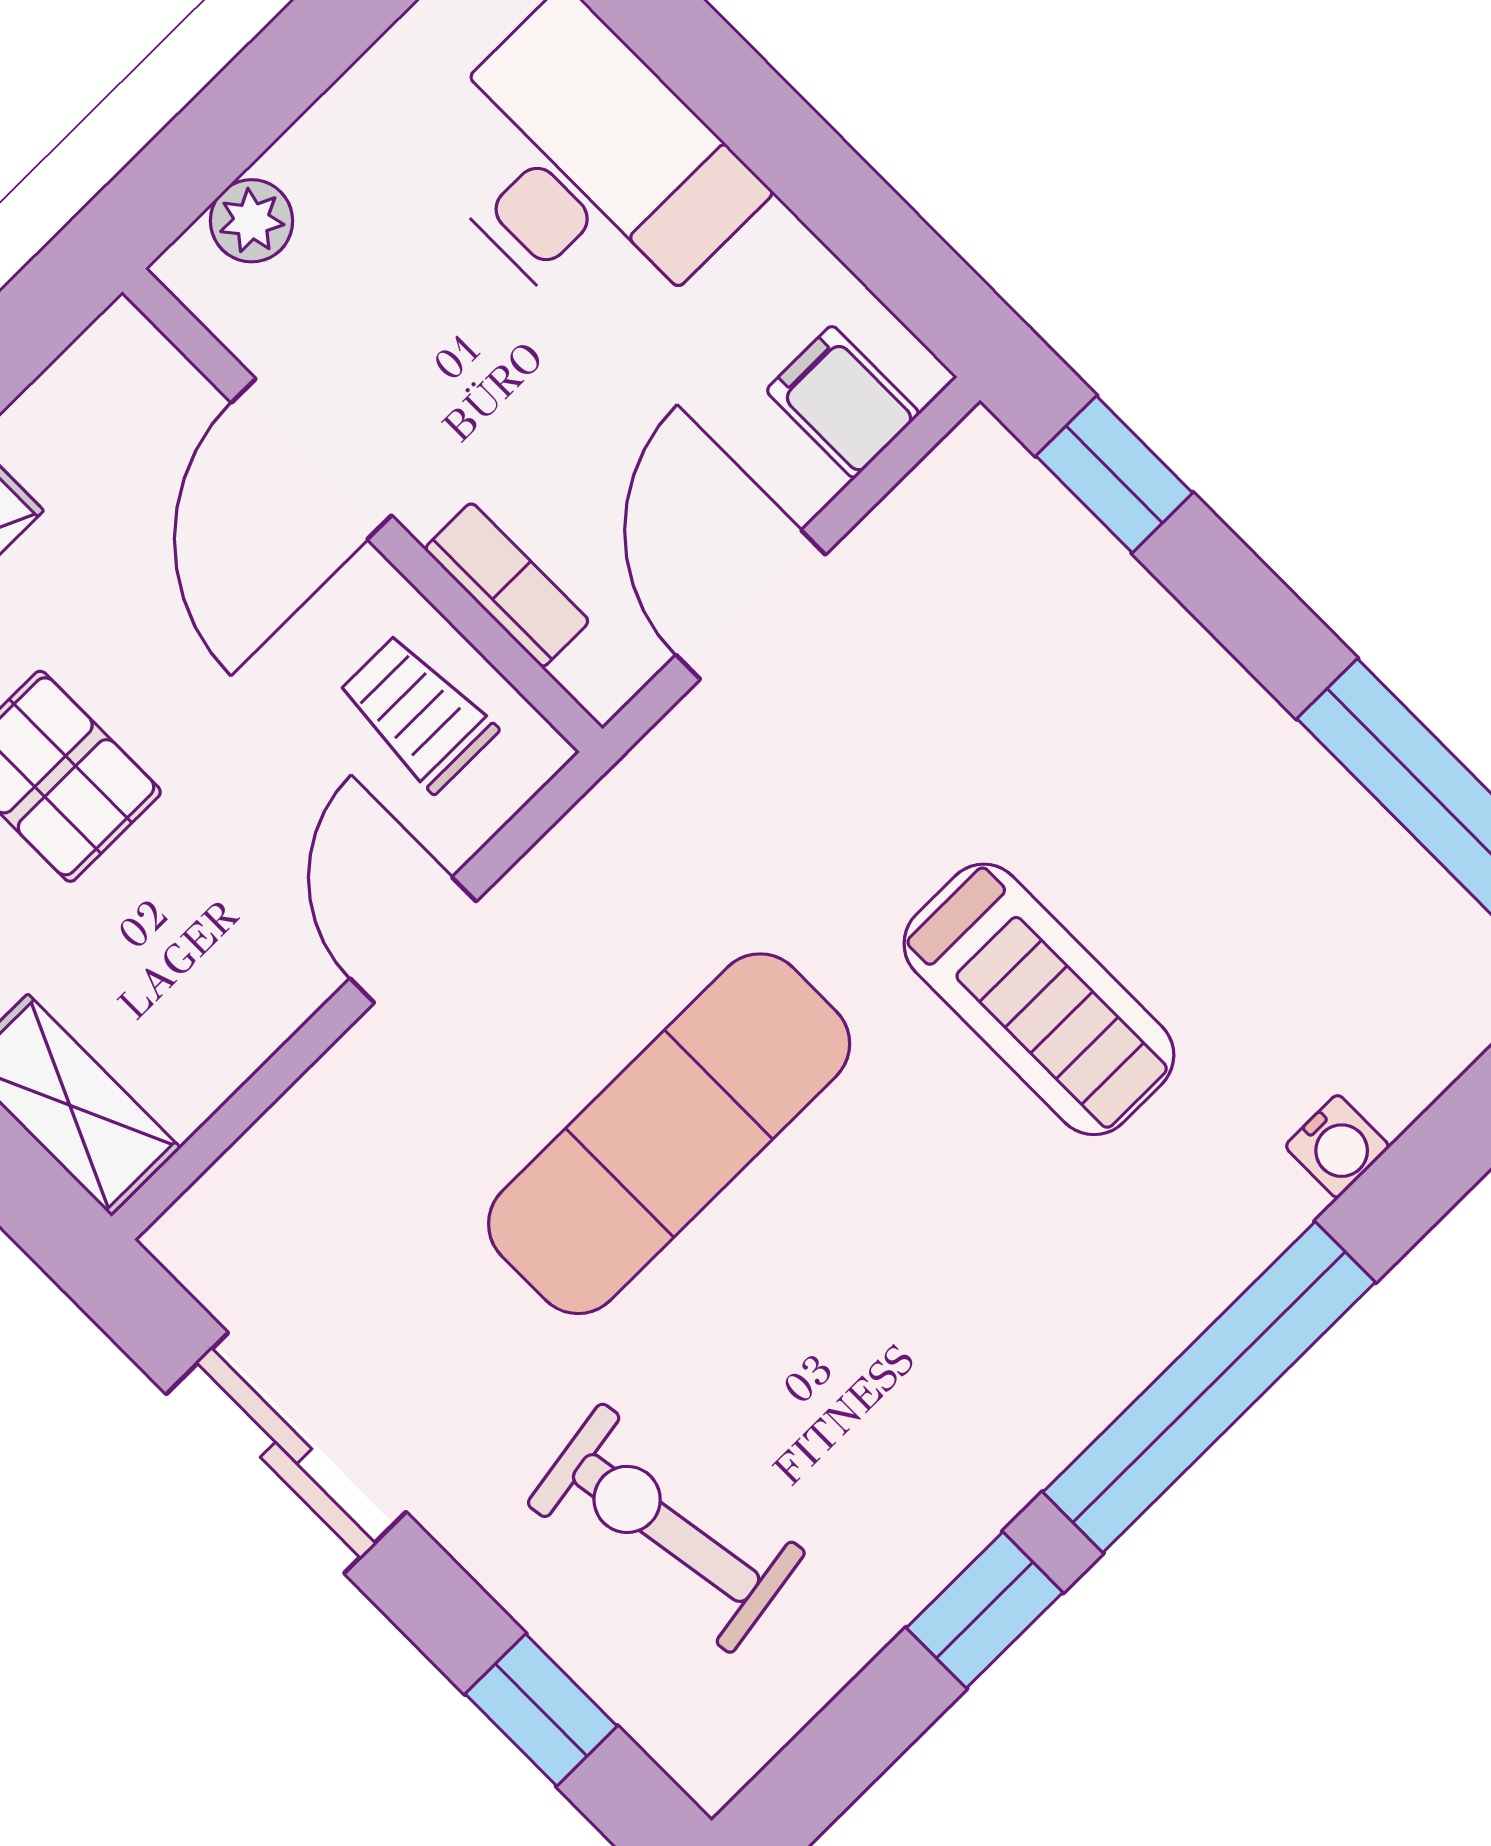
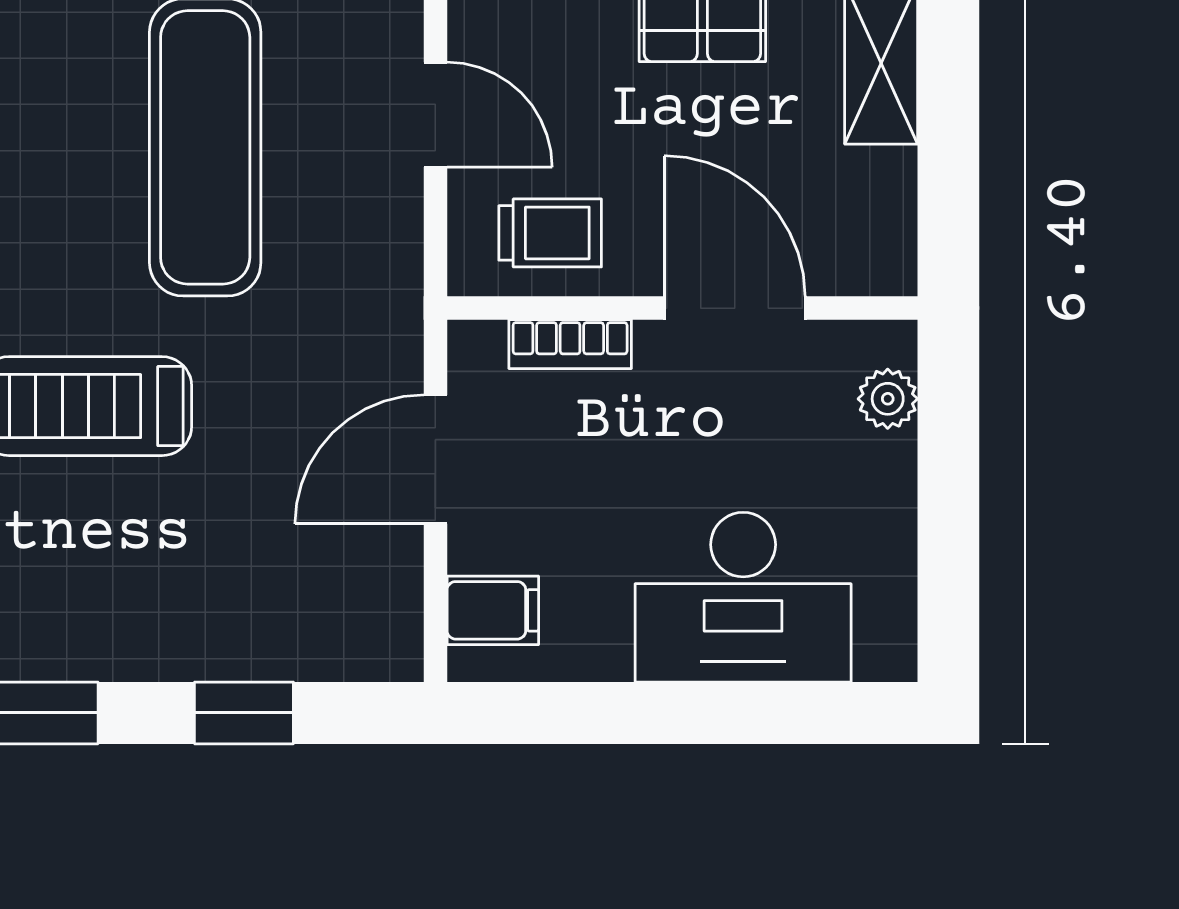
window: (1114, 474) -> (244, 713), moved
door: (751, 605) -> (435, 459), swing flipped

